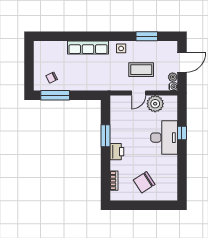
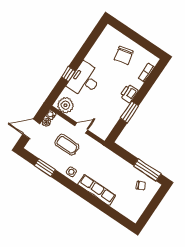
plant: (155, 104) -> (65, 105), moved
chair: (144, 182) -> (124, 55), turned 110

